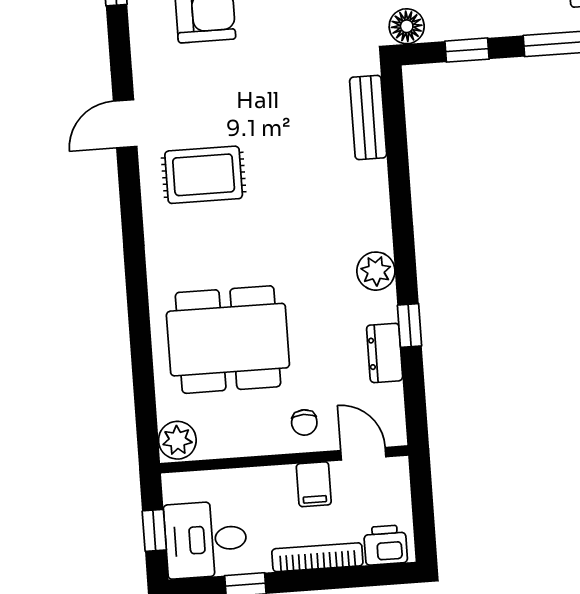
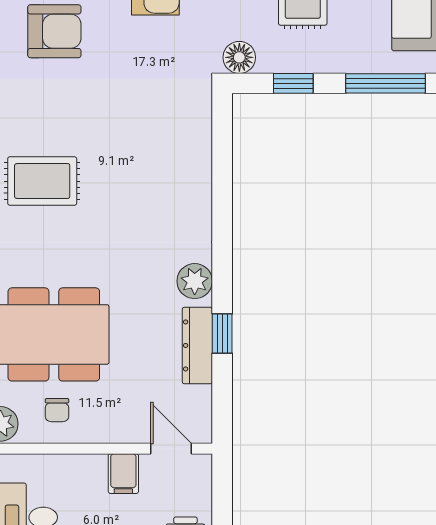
bench: (368, 117) -> (198, 139), removed
dresser: (385, 353) -> (197, 345), width x1.44
chair: (304, 422) -> (57, 410), moved

